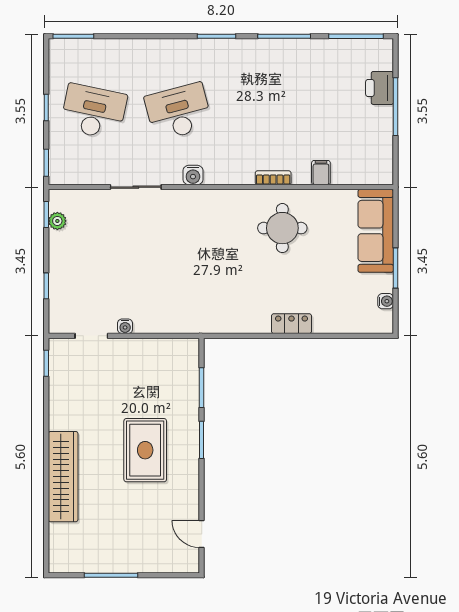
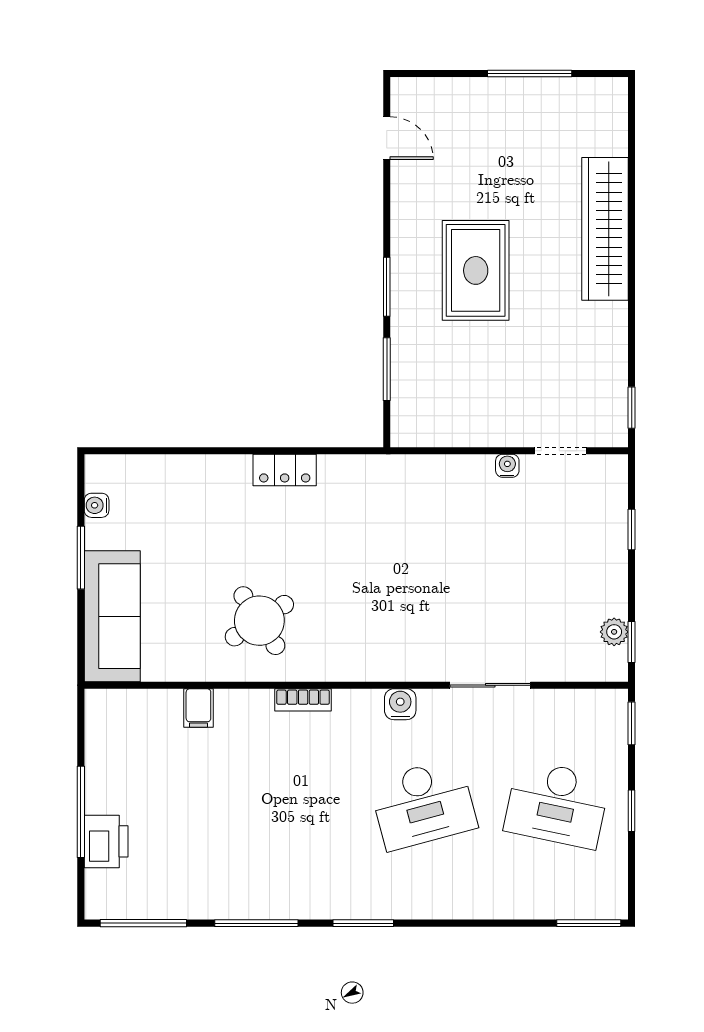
bookcase: (273, 178) -> (303, 700), moved
round table: (282, 228) -> (259, 621), turned -33
locker: (291, 324) -> (285, 470), moved

